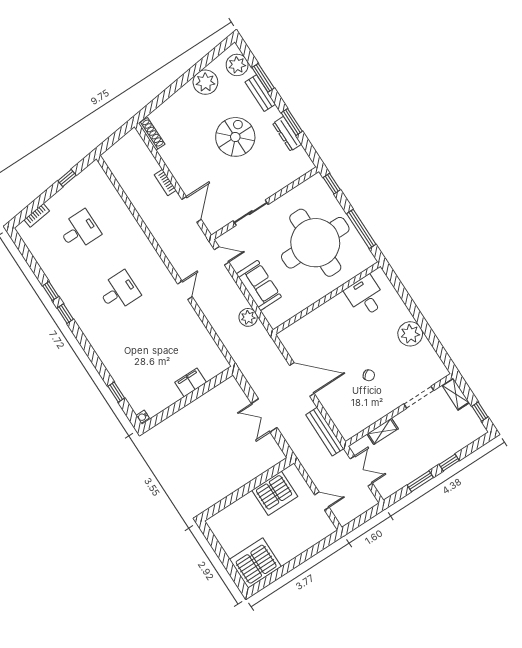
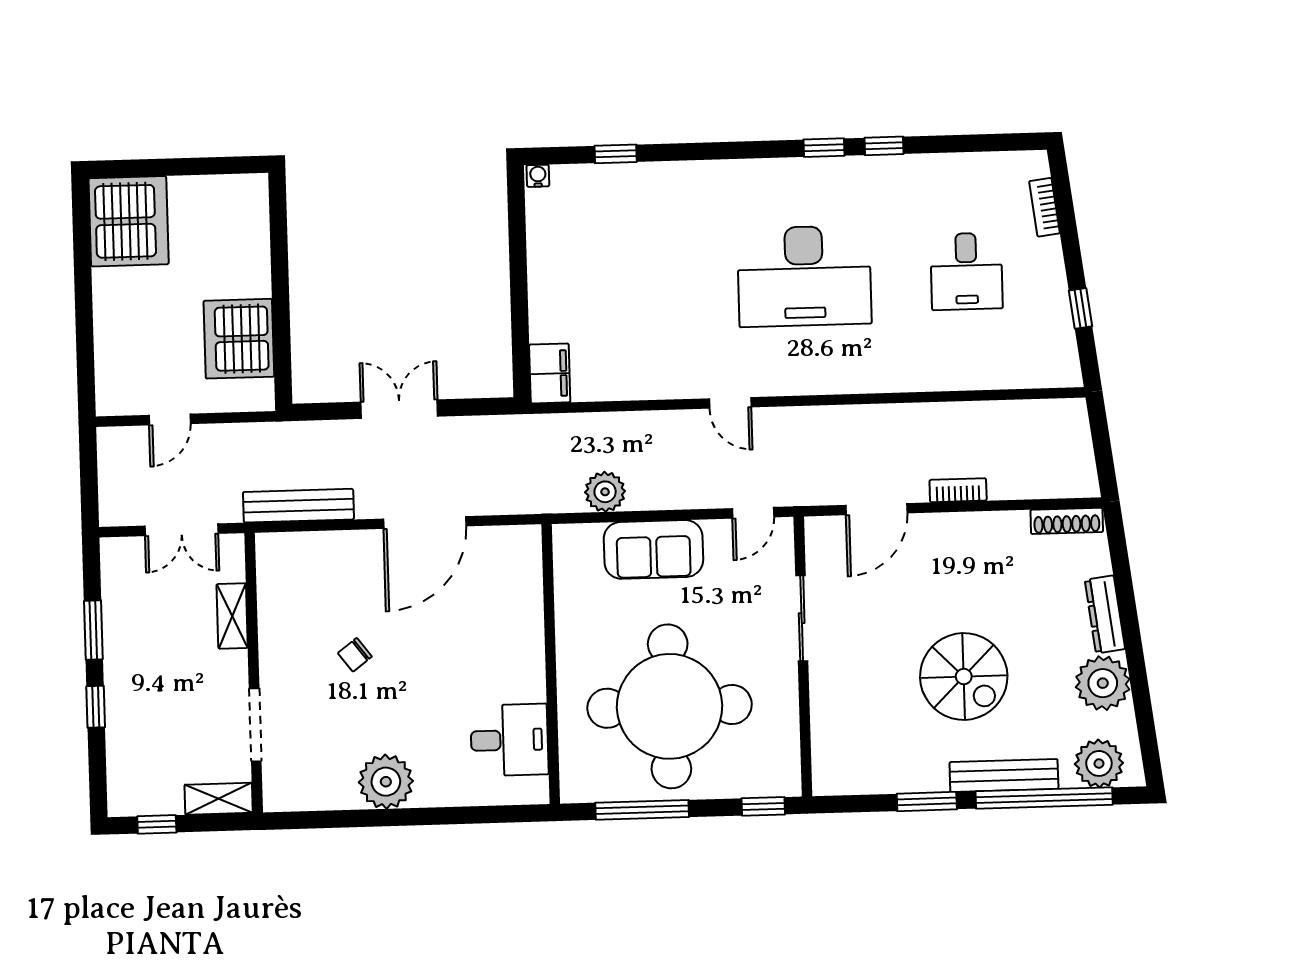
window: (263, 78) -> (1044, 798), width x2.11
bench: (260, 93) -> (1004, 775), width x1.36
dresser: (287, 134) -> (1105, 614), moved, turned -97
door: (191, 209) -> (876, 509), hinge flipped
desk: (119, 291) -> (804, 276), width x1.87, depth x1.30
filing cabinet: (191, 382) -> (550, 373), moved

